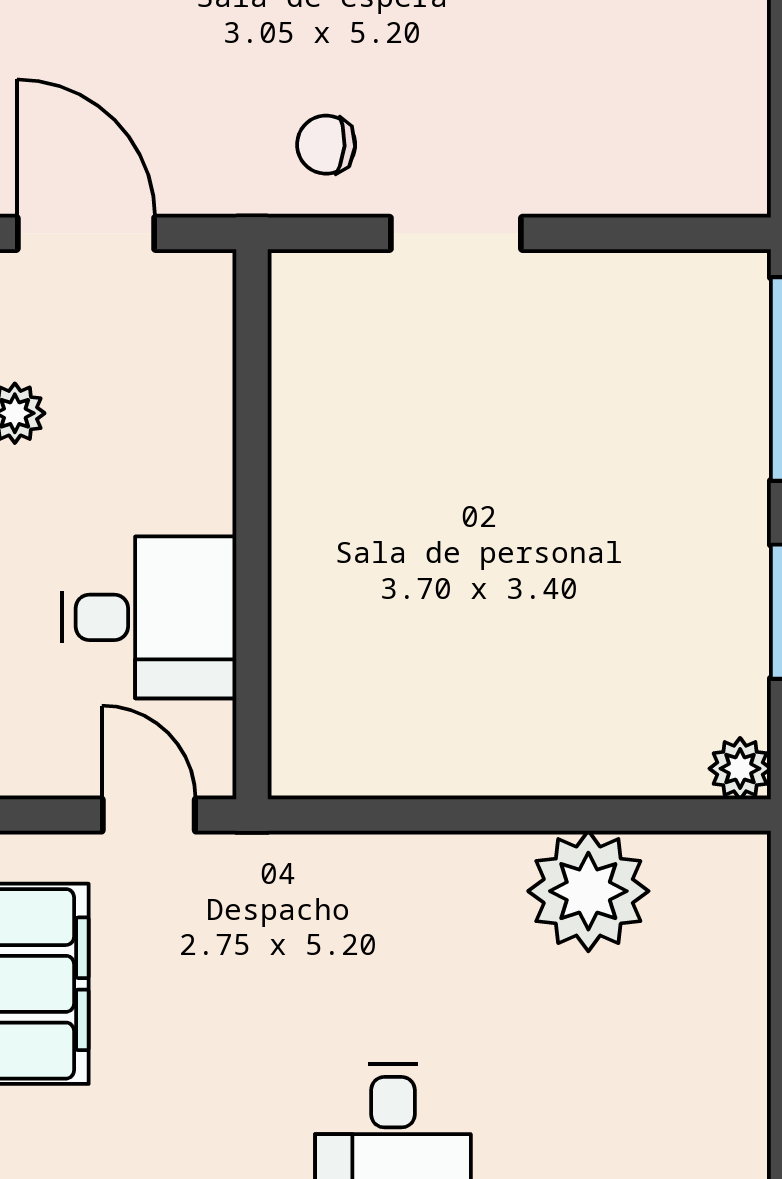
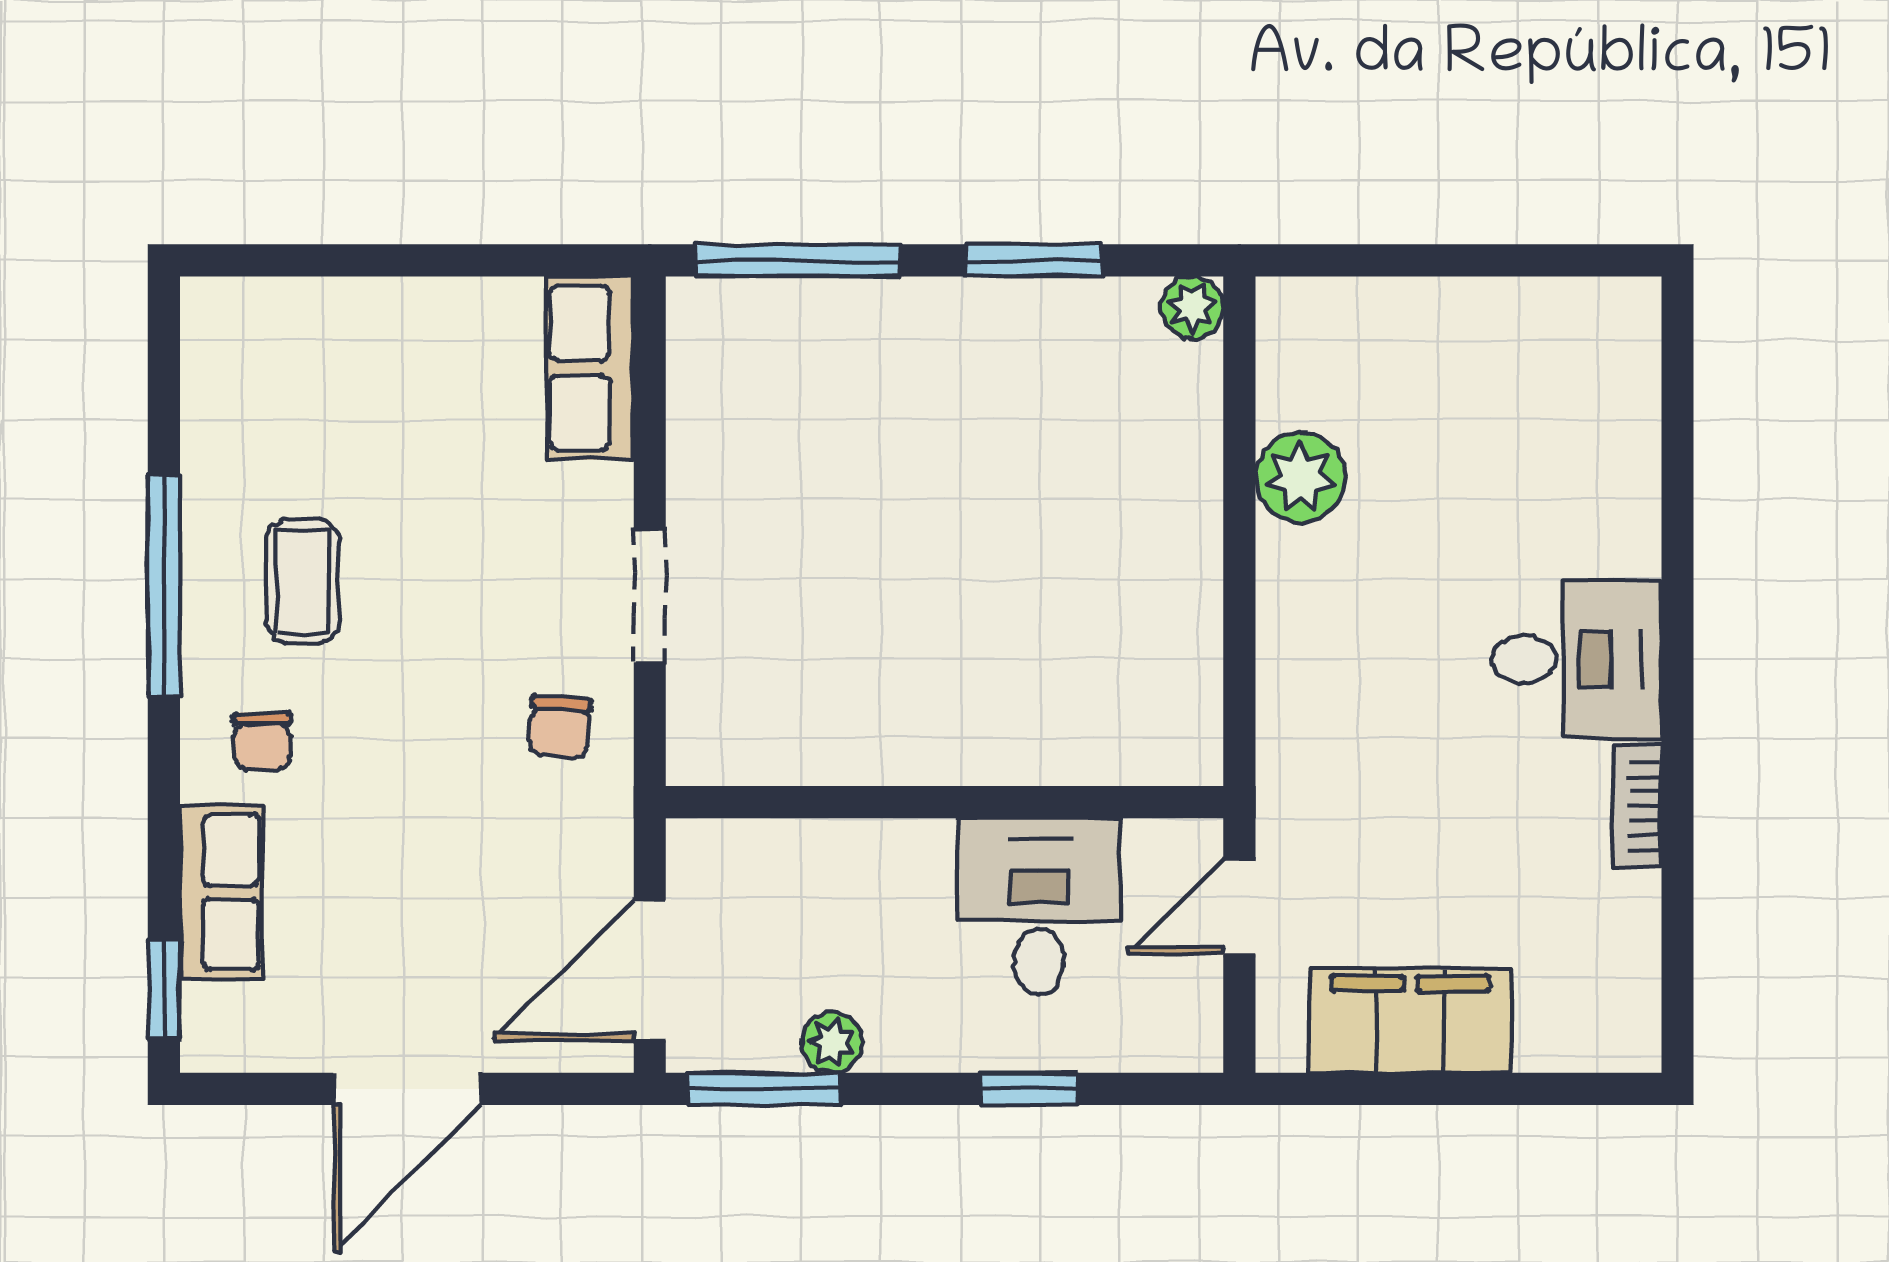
row of seats: (680, 174) -> (590, 368), added
plant: (588, 891) -> (1300, 478), width x0.73, depth x0.73

